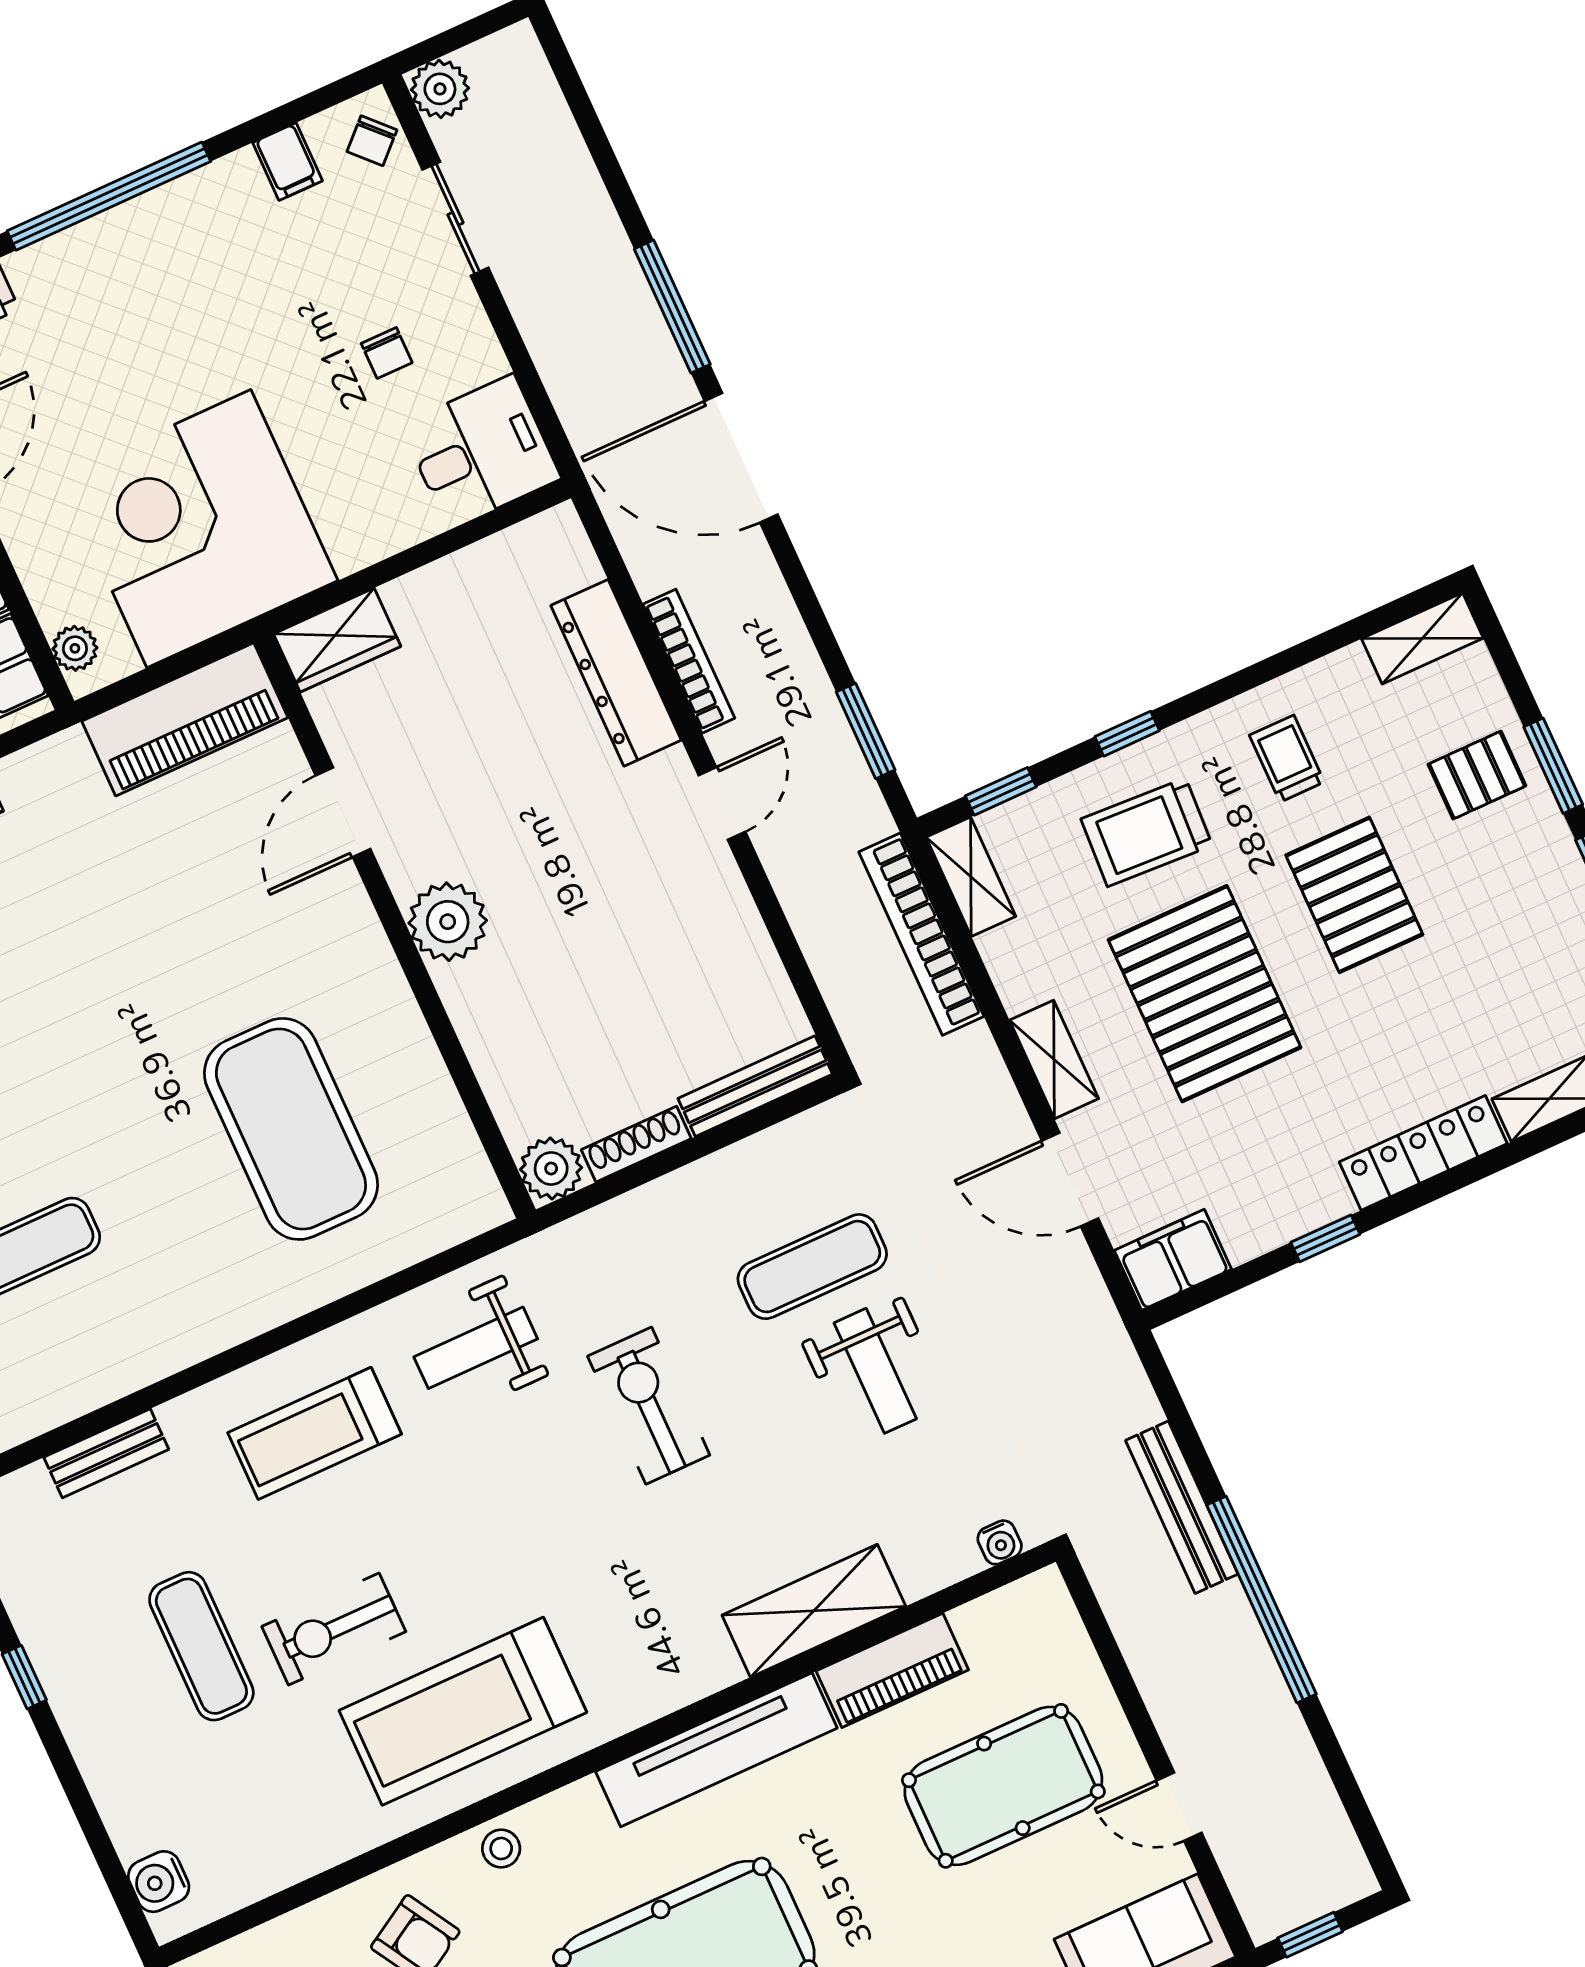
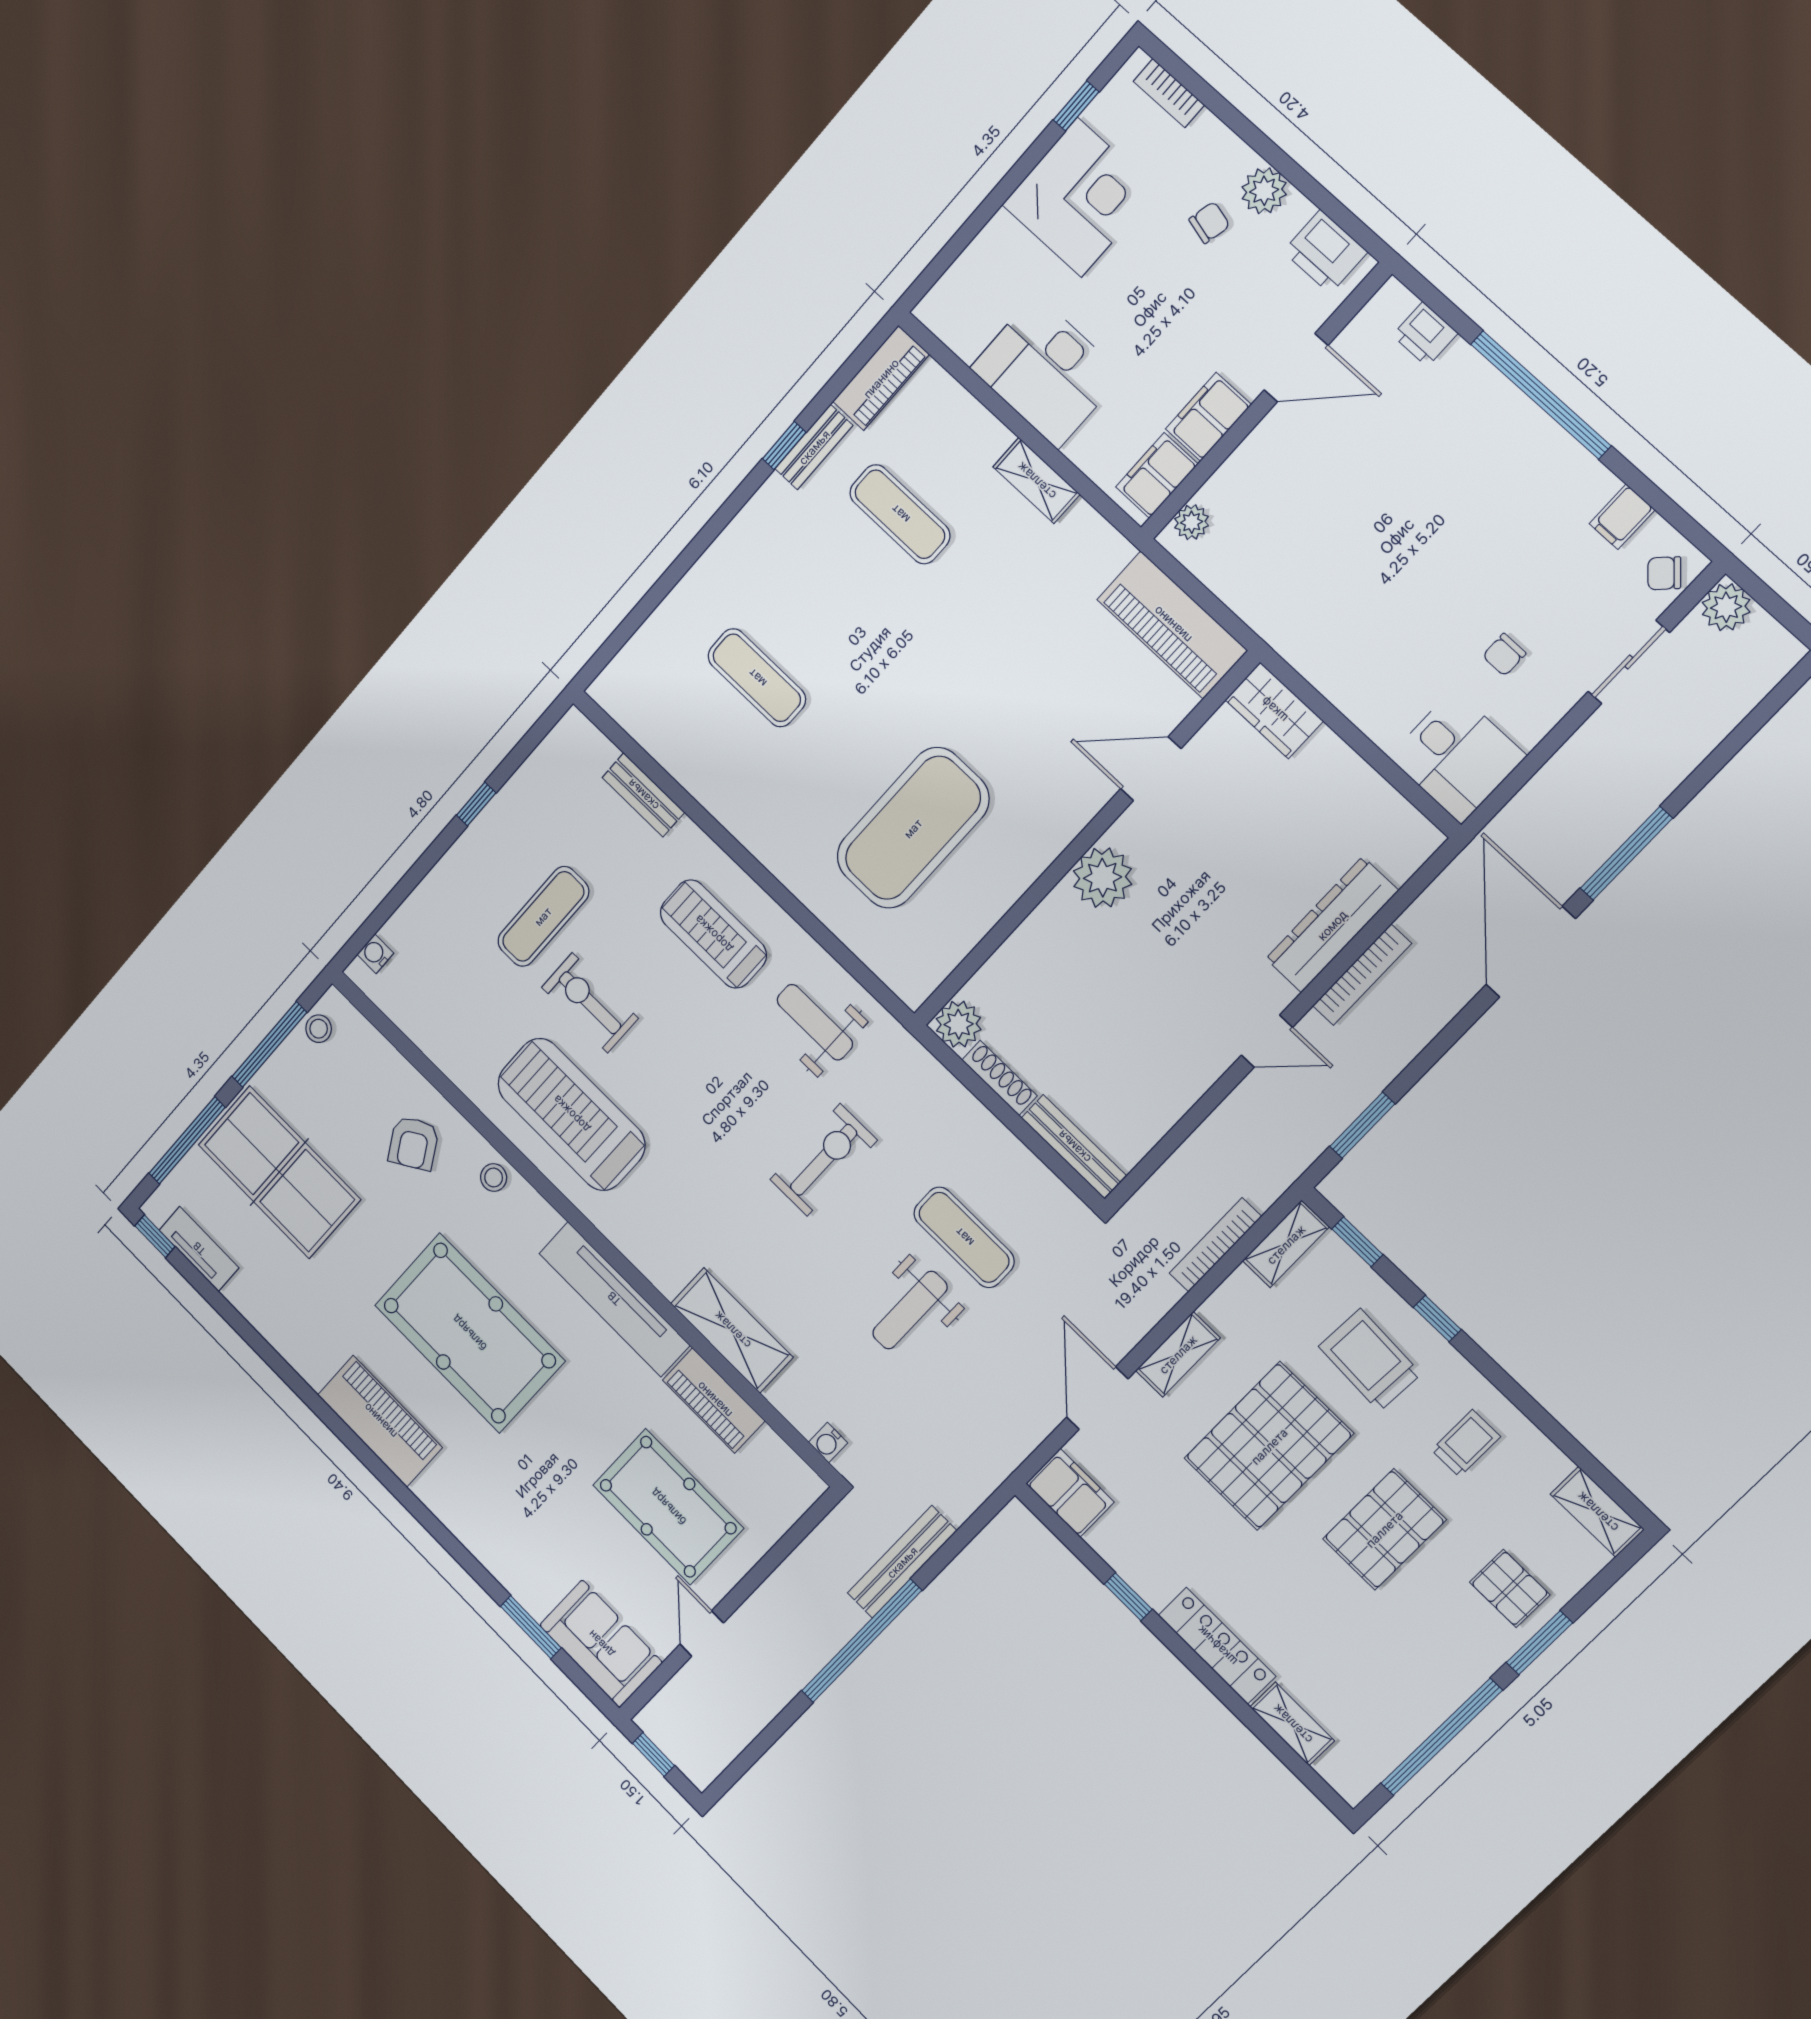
corner desk: (199, 529) -> (1316, 573), removed
bookcase: (921, 934) -> (1215, 1245), width x0.68, depth x0.76
water cooler: (159, 1882) -> (375, 954), width x0.72, depth x0.72

